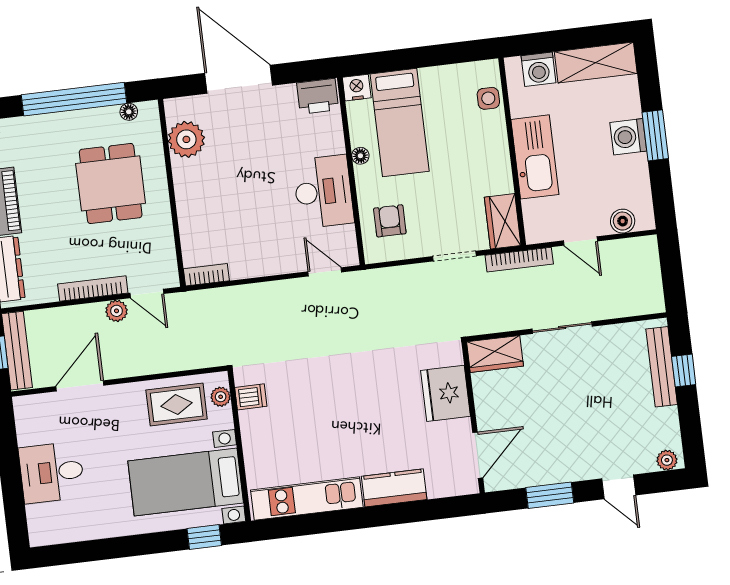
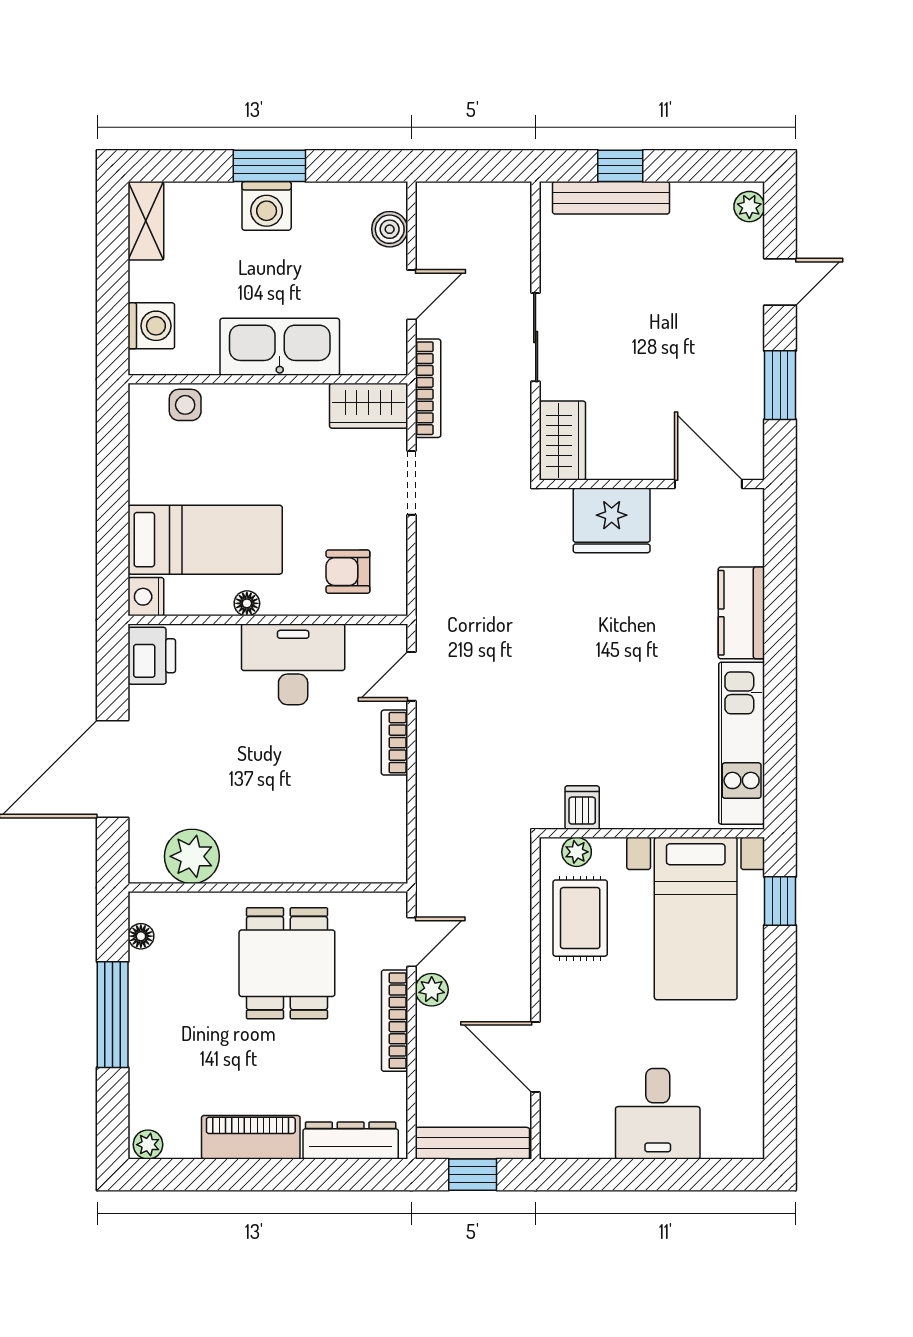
shelving: (596, 63) -> (146, 221), width x0.67, depth x0.75
window: (74, 99) -> (113, 1015), width x0.68
dining table: (111, 183) -> (287, 963), moved, turned 90
bookcase: (206, 275) -> (394, 743), moved

